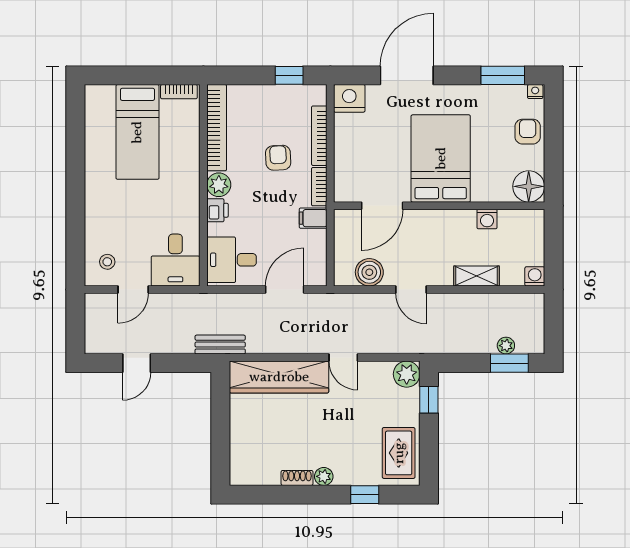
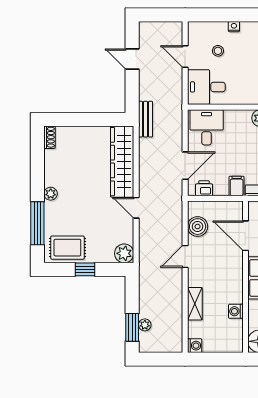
printer: (217, 210) -> (204, 188), moved, turned 180
nightstand: (92, 222) -> (234, 27), added
stool: (107, 262) -> (218, 51), moved
door: (285, 290) -> (185, 166), hinge flipped
door: (343, 358) -> (136, 208), hinge flipped
window: (429, 400) -> (85, 269), moved
shoe rack: (297, 478) -> (49, 137), moved
window: (365, 495) -> (37, 223), width x2.17

